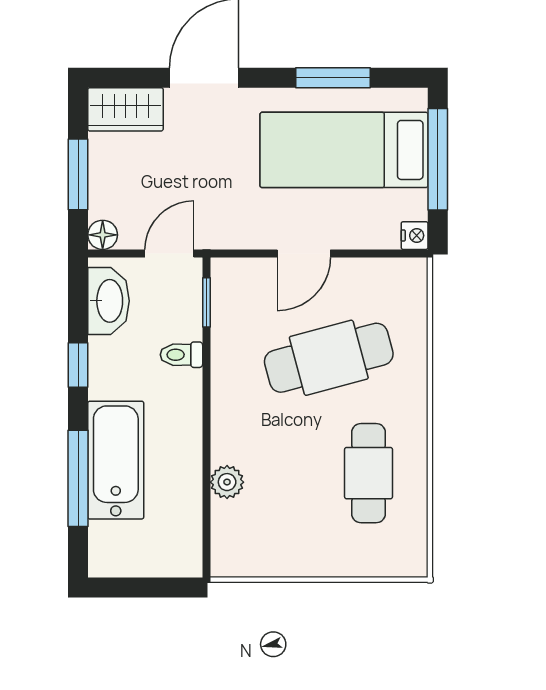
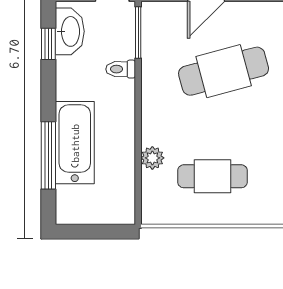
window: (206, 302) -> (138, 32), width x1.50
window: (78, 365) -> (48, 44), moved
cafe table: (369, 473) -> (212, 176), moved, turned 90

